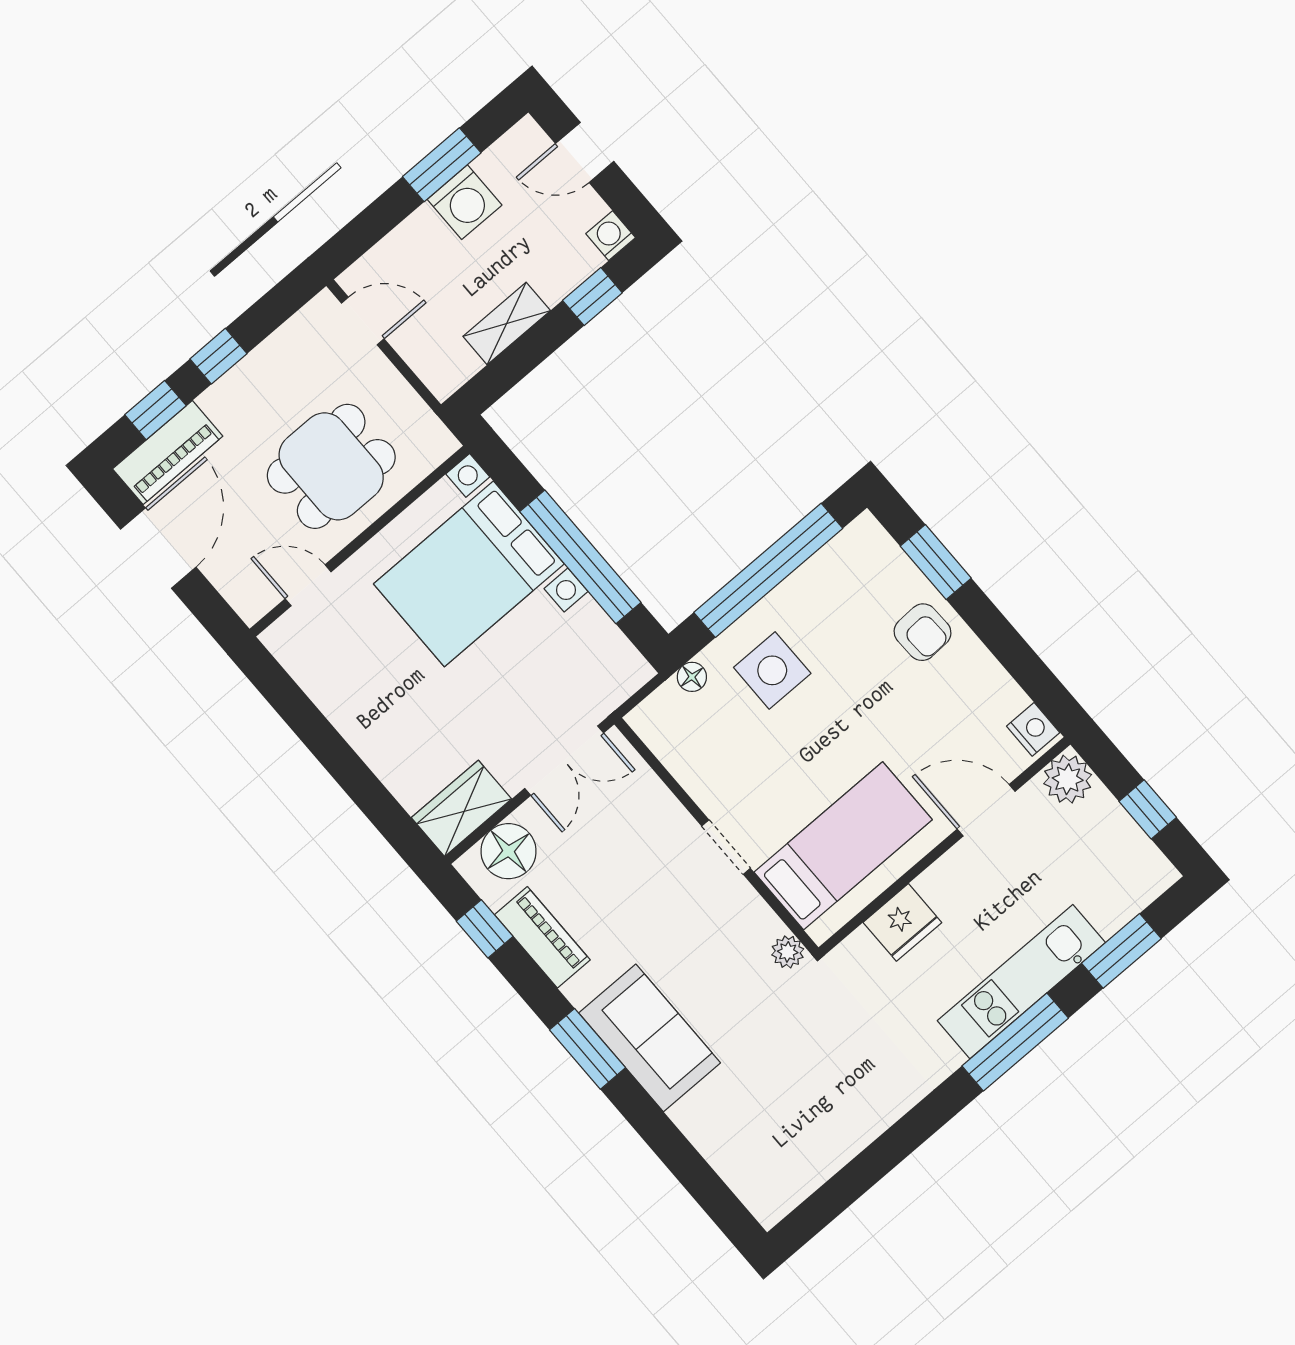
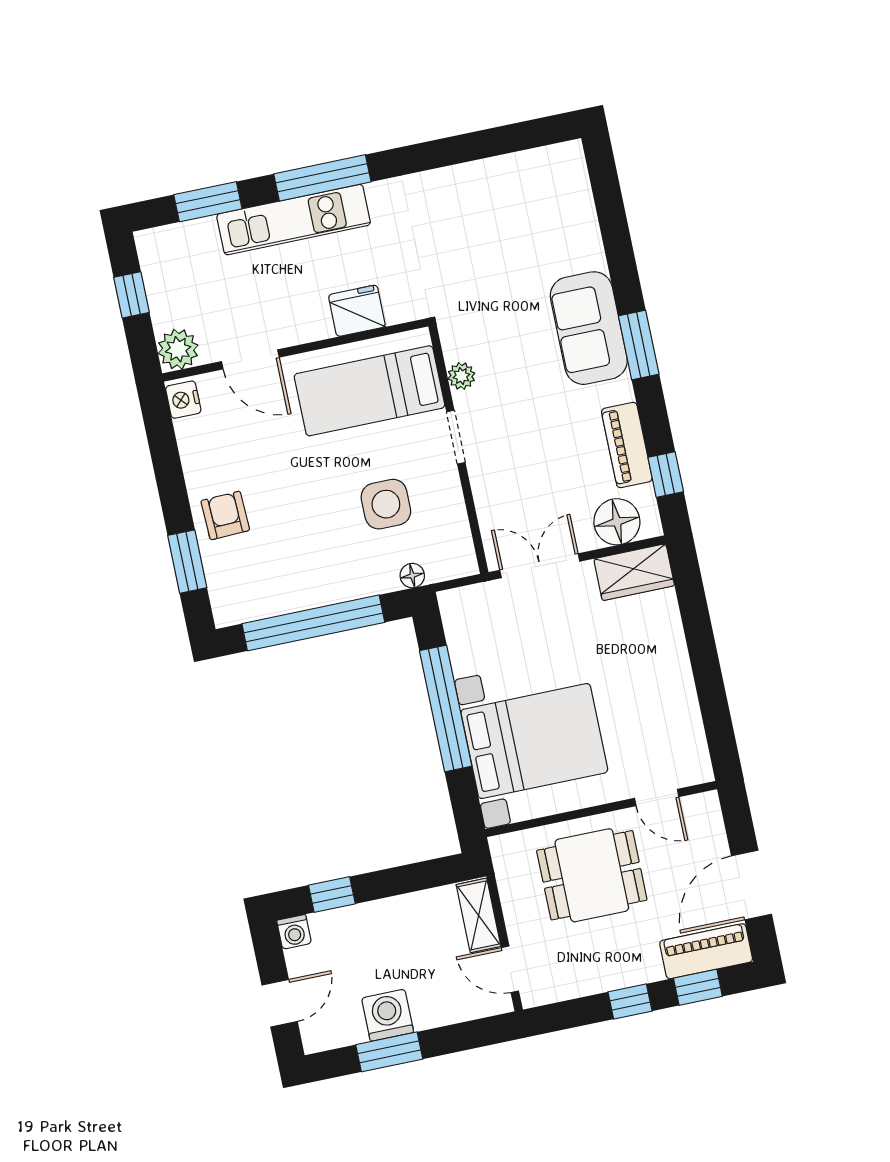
door: (585, 152) -> (280, 1003), hinge flipped
shelving: (507, 323) -> (479, 915), moved, turned 90
side table: (772, 670) -> (386, 504), moved
plant: (788, 952) -> (461, 376), moved

